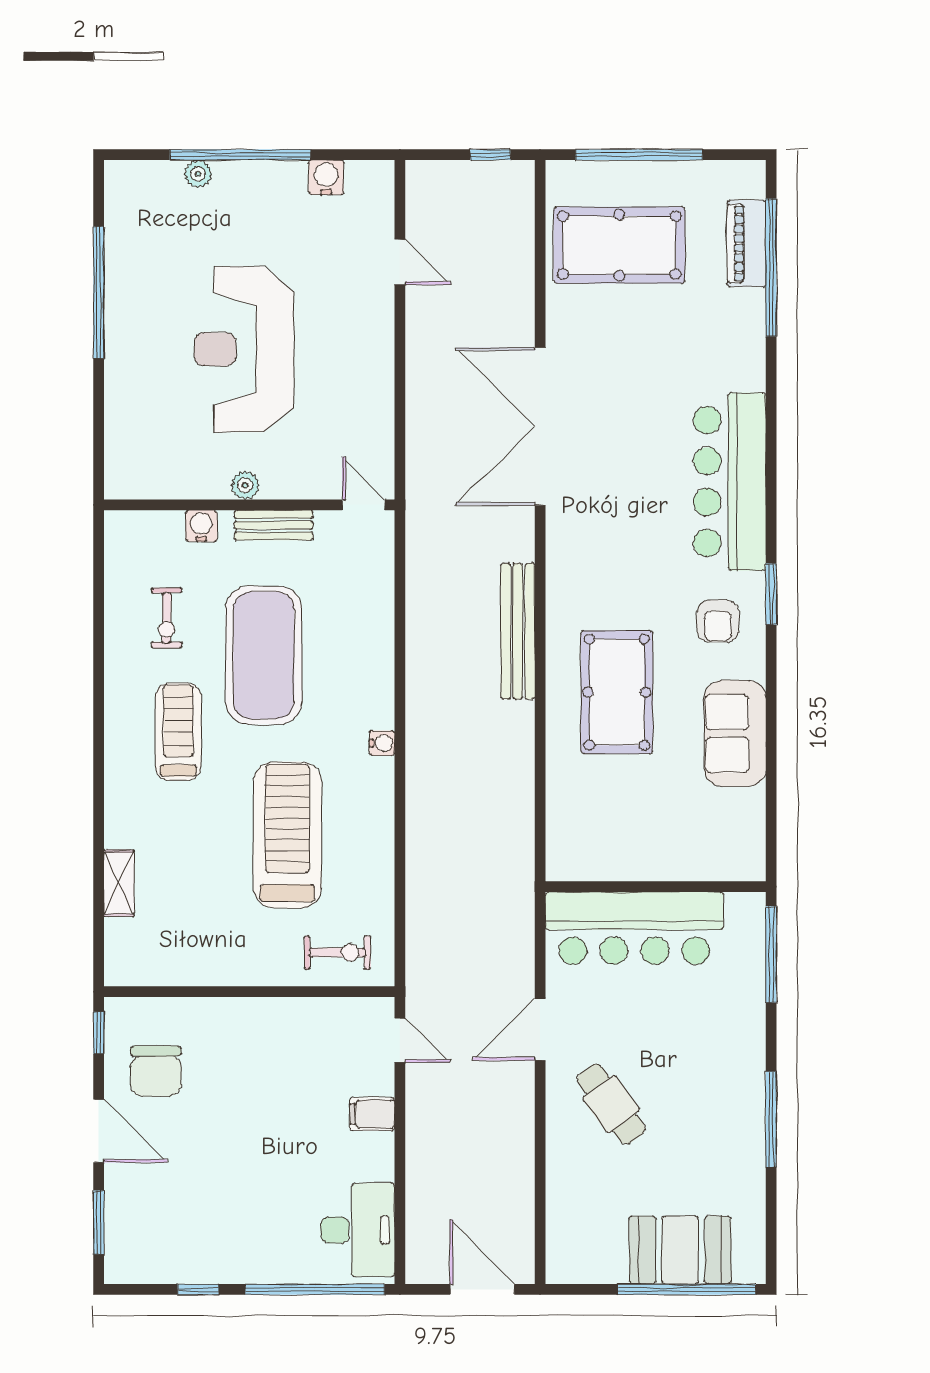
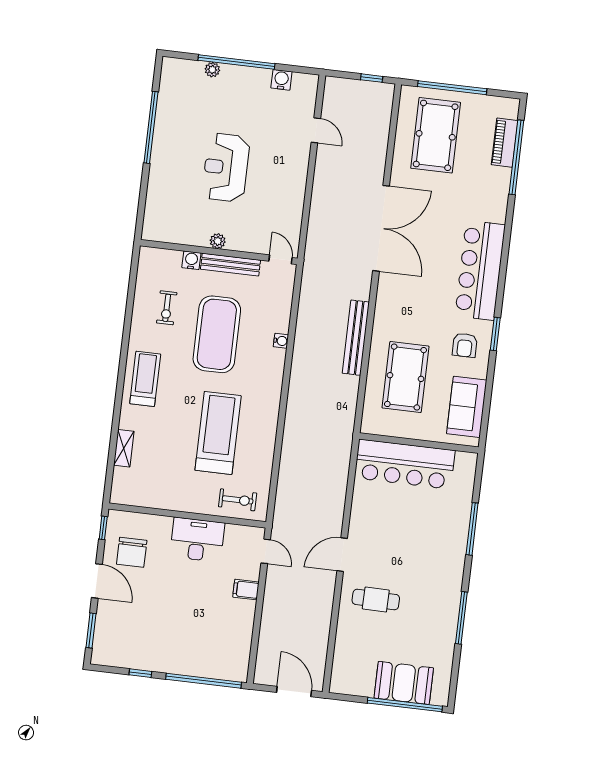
pool table: (619, 245) -> (436, 135), turned 90
reception desk: (244, 349) -> (226, 167), width x0.74, depth x0.77
double door: (540, 426) -> (381, 228), swing flipped
bench: (273, 525) -> (230, 265), width x1.36
treadmill: (178, 732) -> (145, 379), moved
water cooler: (382, 743) -> (281, 341), moved
wall: (656, 887) -> (419, 443), moved
bar counter: (634, 928) -> (405, 464), moved
cafe table: (611, 1104) -> (376, 599), turned -53
desk: (358, 1230) -> (197, 540), moved, turned -90

